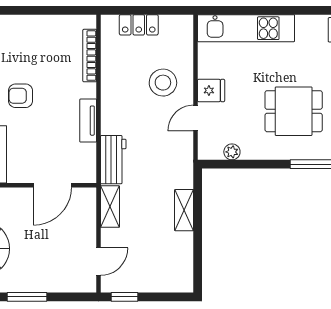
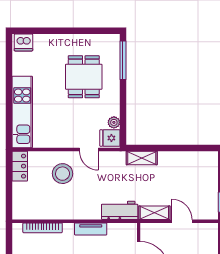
locker: (139, 25) -> (20, 166), moved
fridge: (211, 90) -> (110, 138), moved, turned -90
shelving: (184, 210) -> (142, 158), moved
door: (99, 262) -> (182, 221), moved

